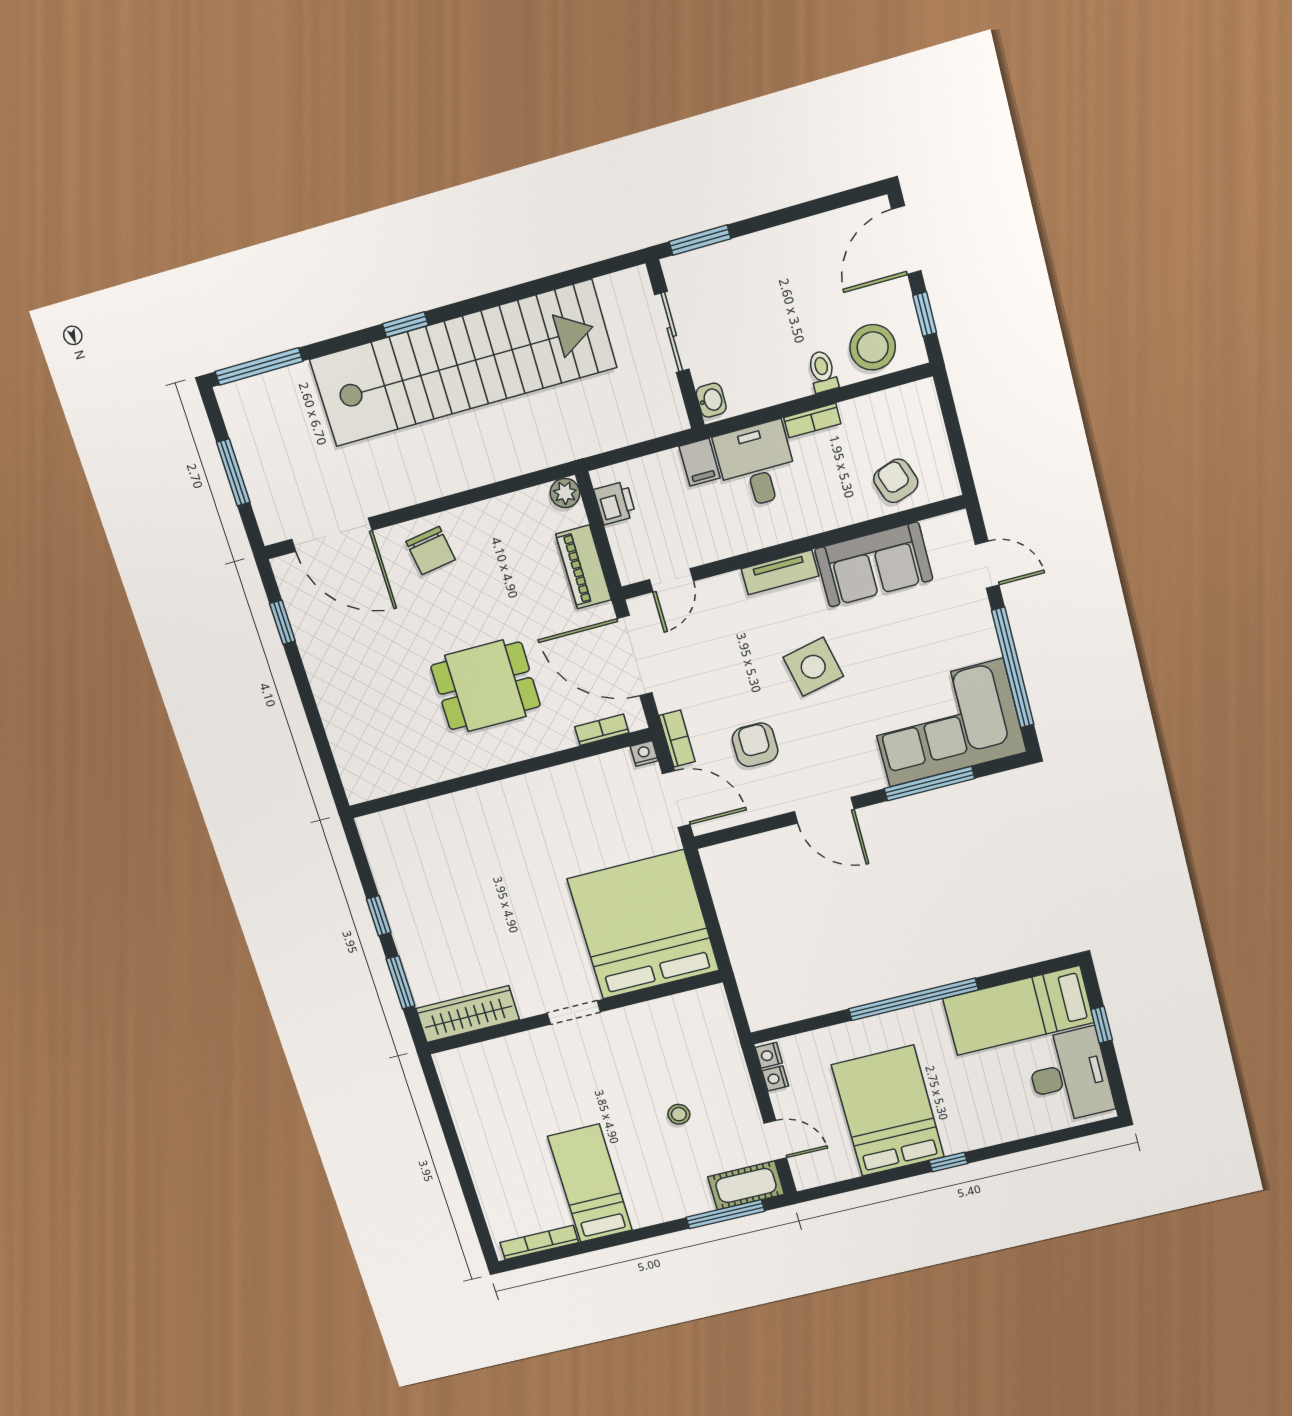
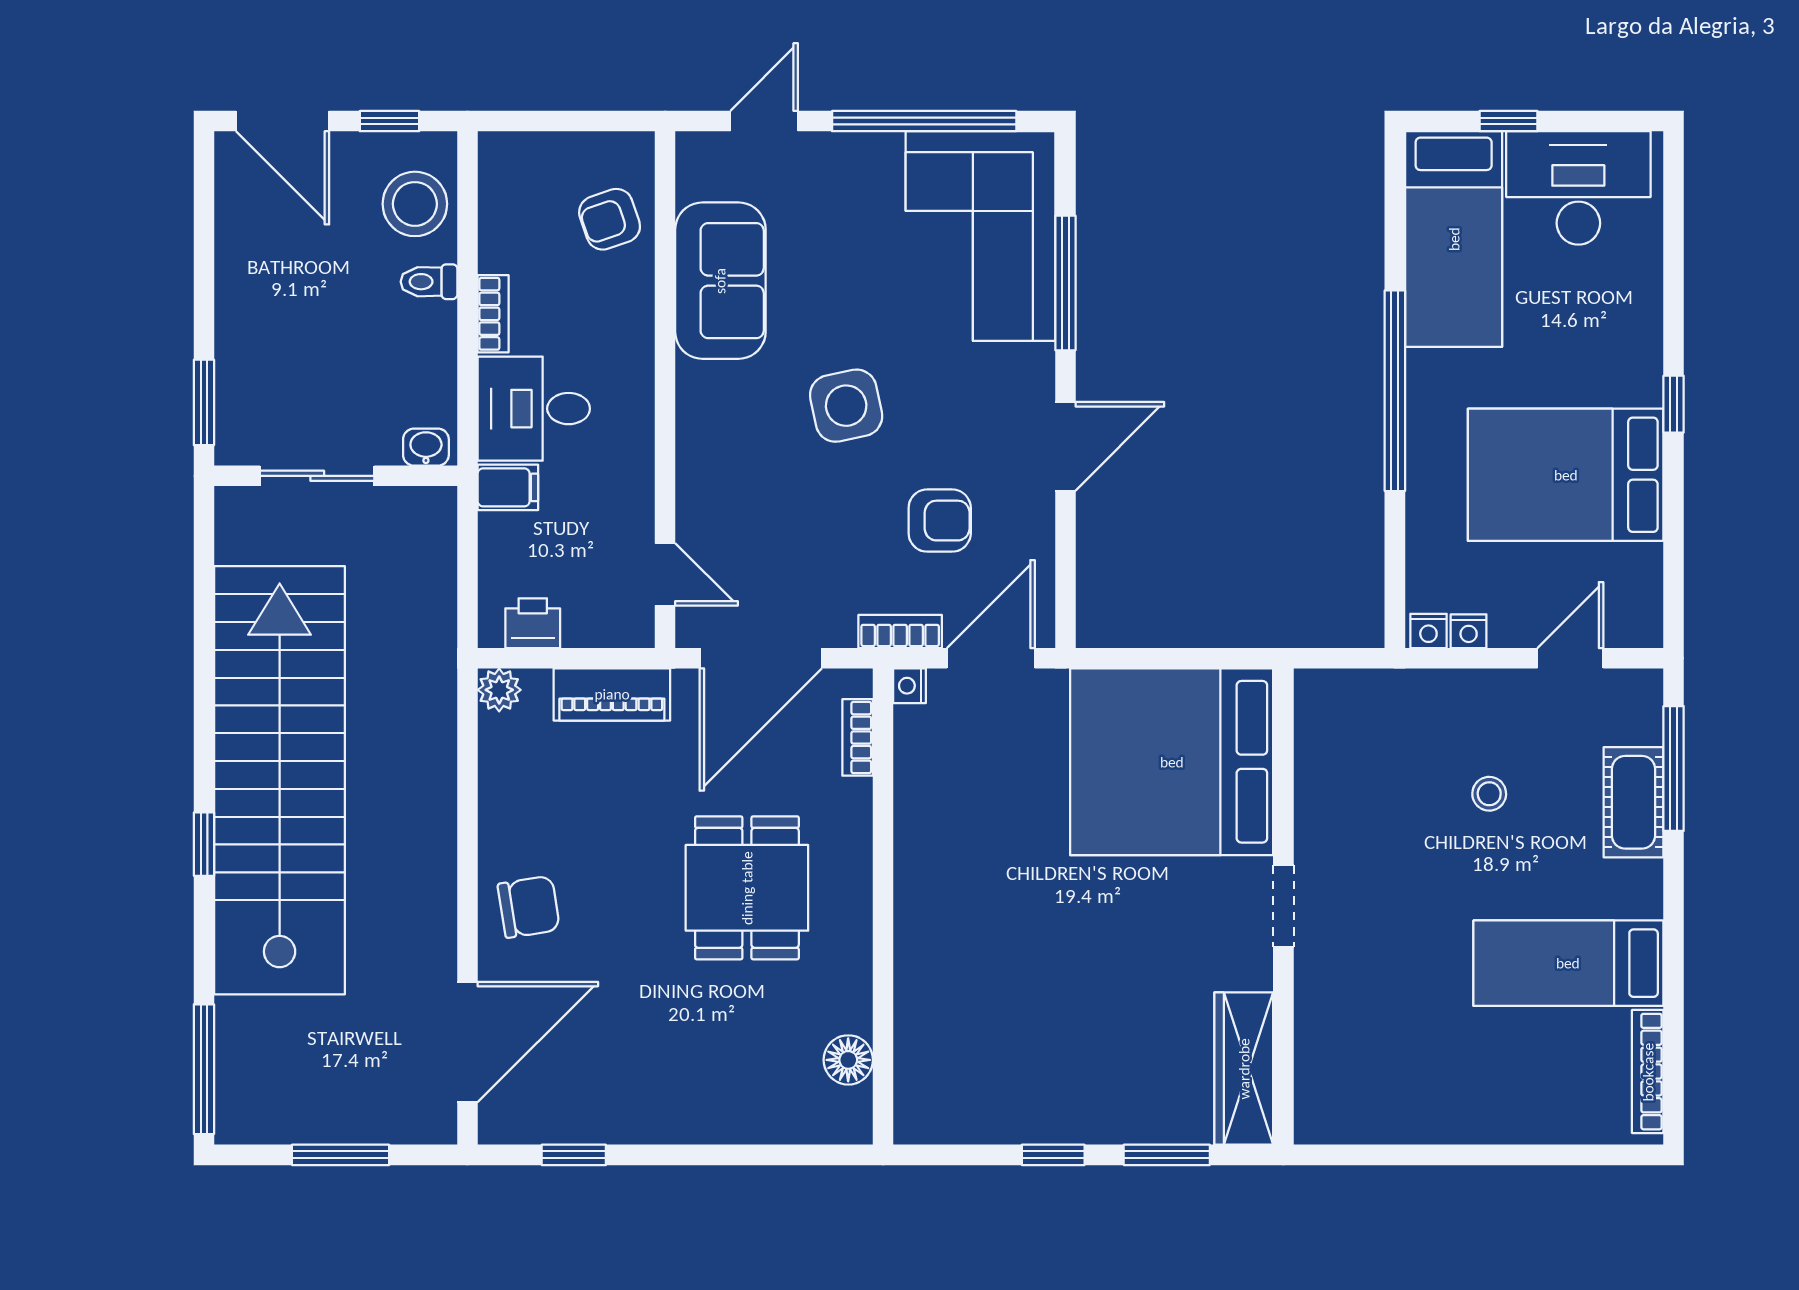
tv unit: (780, 572) -> (696, 417), removed
armchair: (755, 745) -> (940, 521), turned 180
floor lamp: (397, 777) -> (848, 1060), added
cot: (746, 1185) -> (1634, 802), moved

